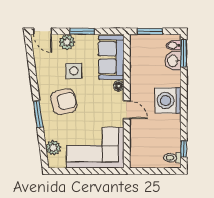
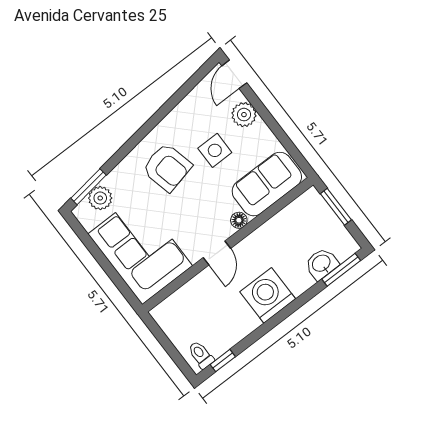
window: (82, 31) -> (272, 123), removed
bidet: (174, 45) -> (341, 250), removed
window: (38, 114) -> (88, 187), moved

